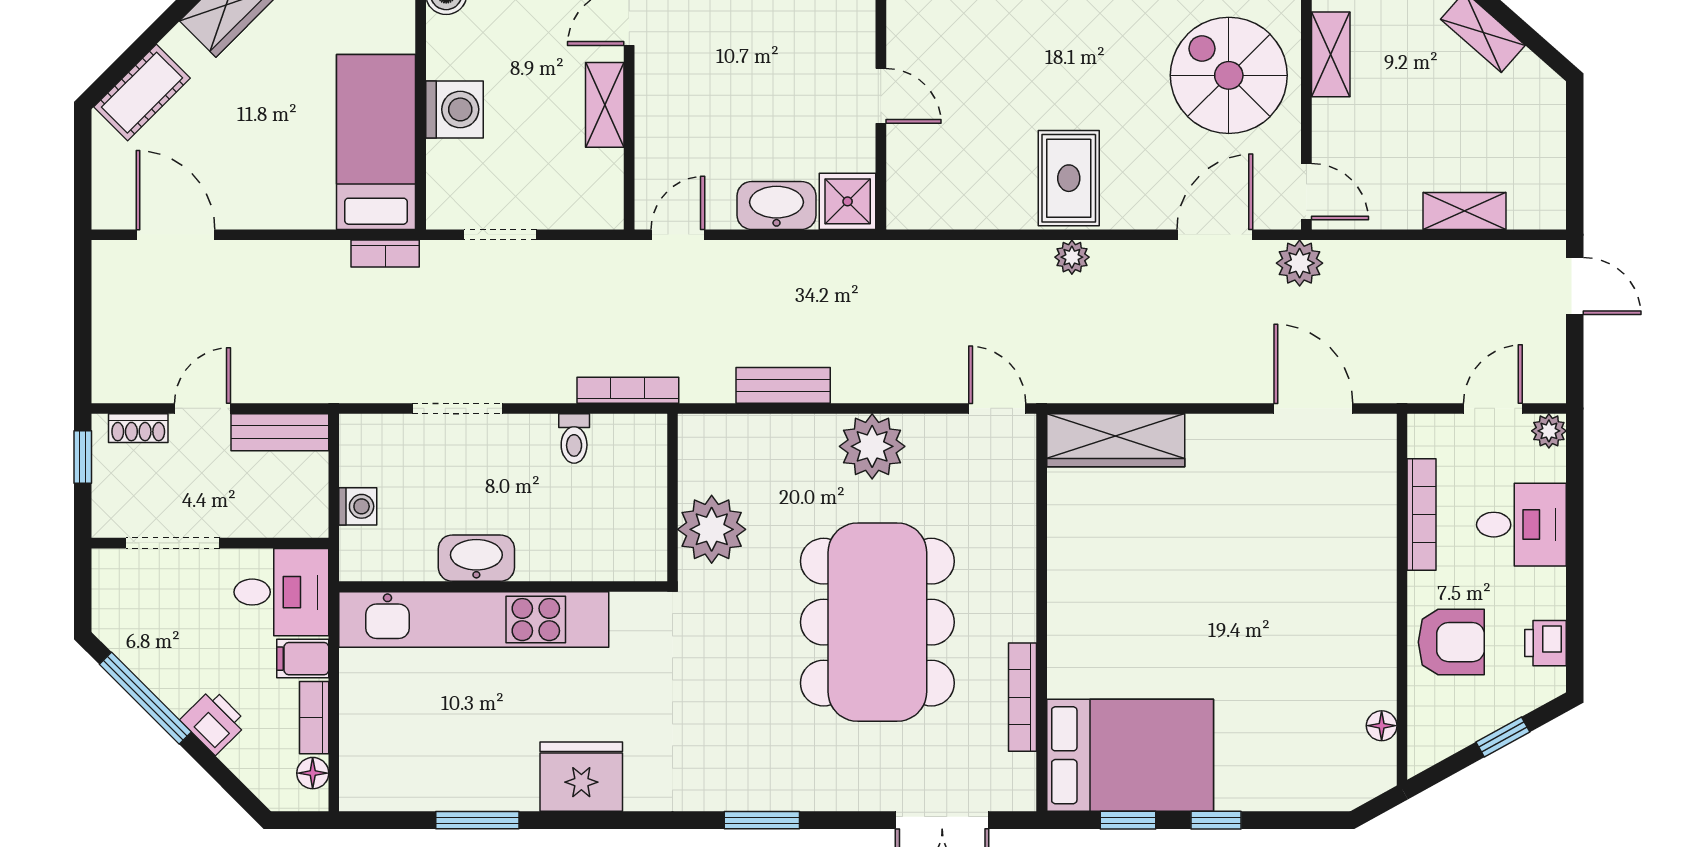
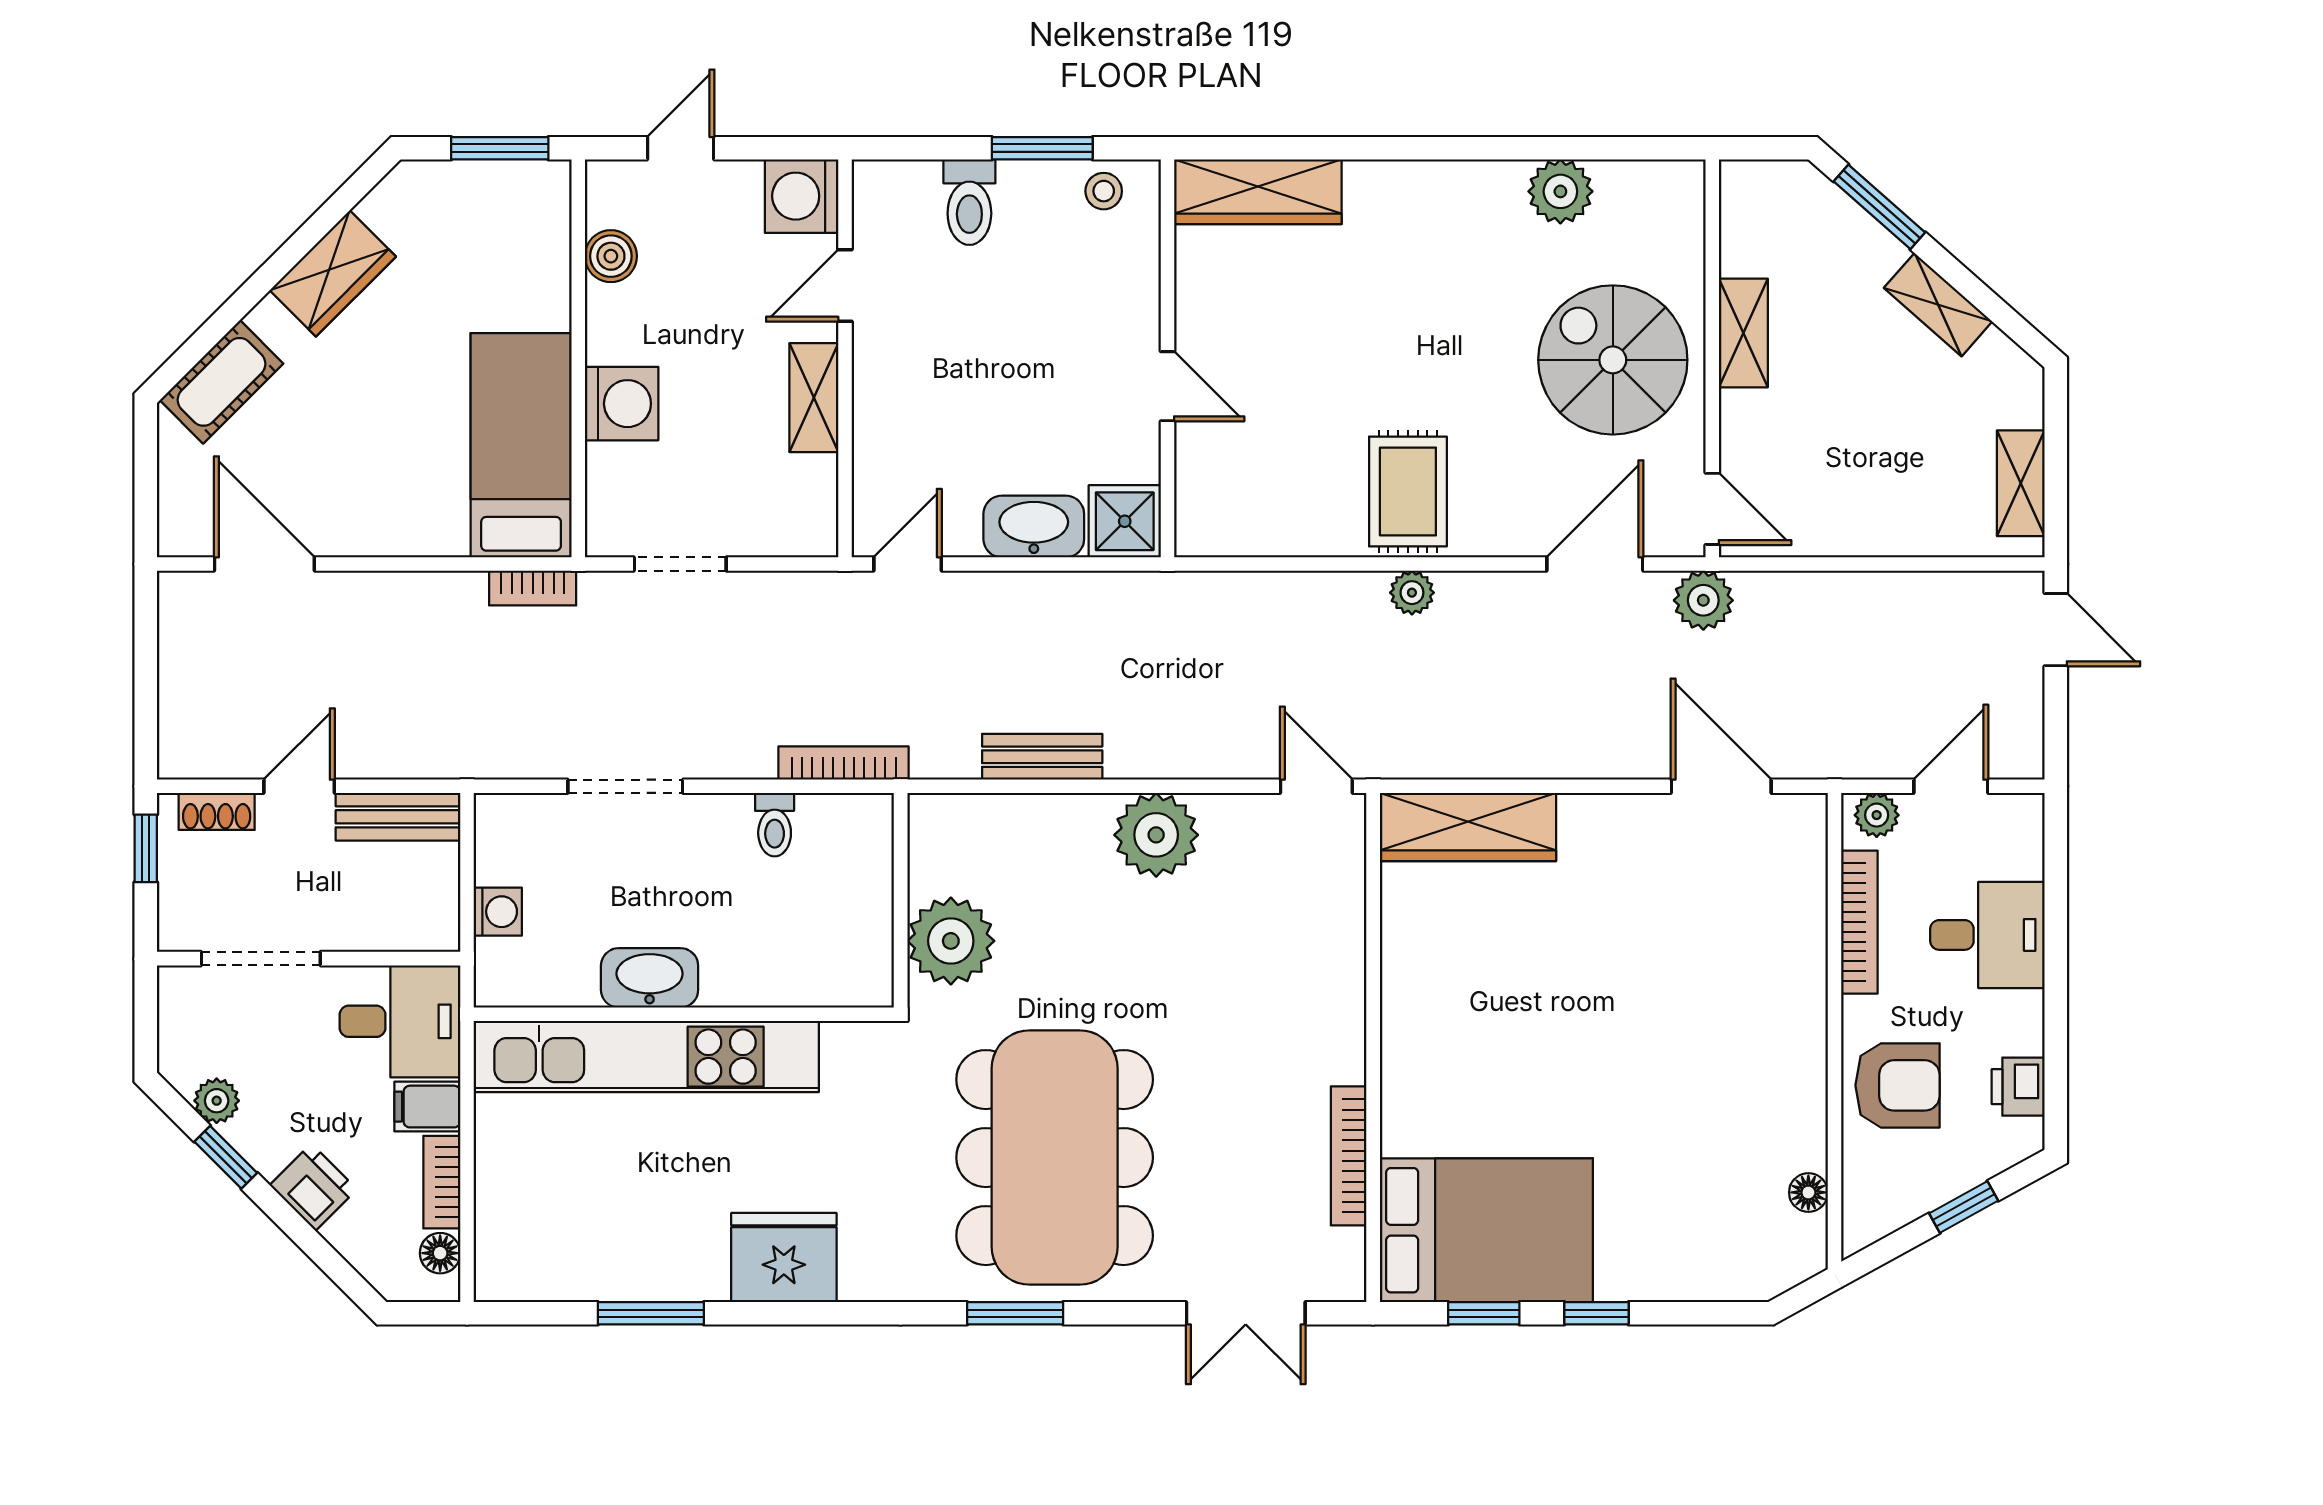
shelving: (1465, 211) -> (2021, 483), moved, turned 90
plant: (1549, 431) -> (1877, 815), moved
dining table: (877, 622) -> (1055, 1158), moved
plant: (138, 654) -> (217, 1101), added
window: (145, 698) -> (226, 1157), width x0.46

